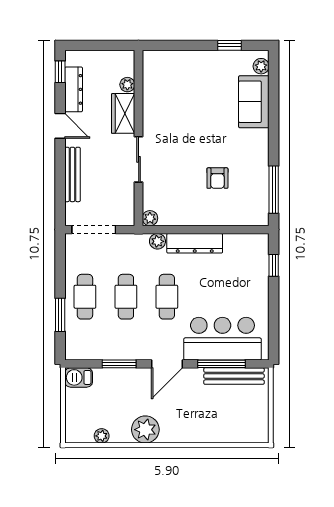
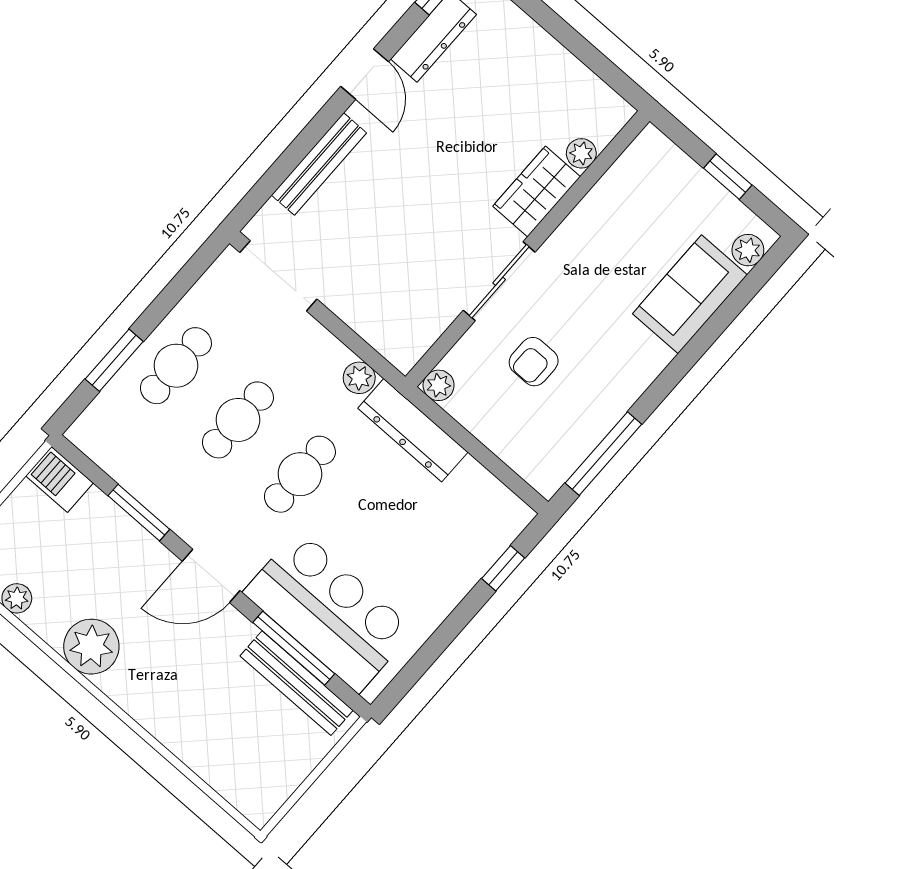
plant: (127, 85) -> (581, 153), moved
wardrobe: (123, 113) -> (537, 191), moved
wall: (139, 138) -> (527, 249), moved
sliding door: (139, 159) -> (499, 281), moved
plant: (150, 218) -> (439, 385), moved

